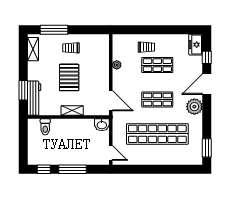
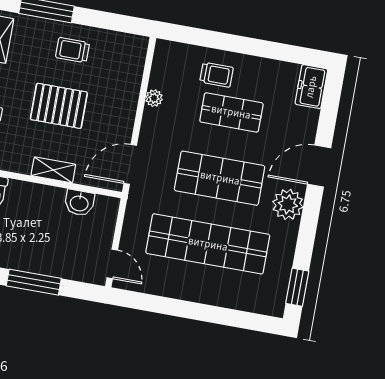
window: (207, 57) -> (328, 115), removed
pallet: (69, 77) -> (59, 106), turned 90
shop shelf: (157, 100) -> (220, 178), width x1.43, depth x1.36
door: (111, 101) -> (130, 164), swing flipped
washbasin: (102, 125) -> (79, 203), moved

